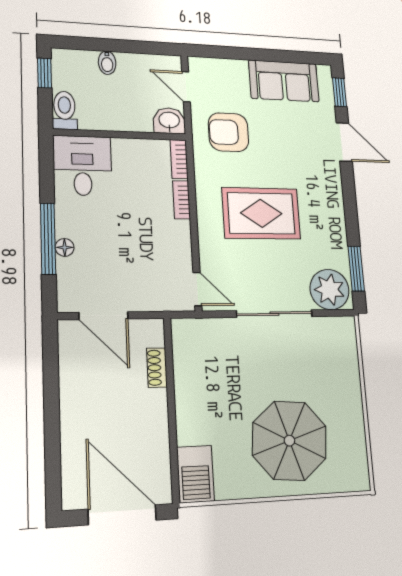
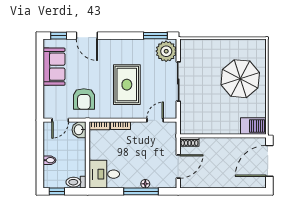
door: (344, 142) -> (87, 36), swing flipped
door: (197, 289) -> (155, 120), moved
shoe rack: (157, 368) -> (190, 142), moved

